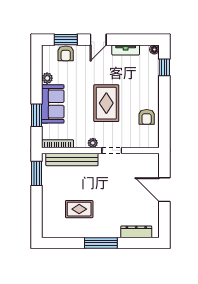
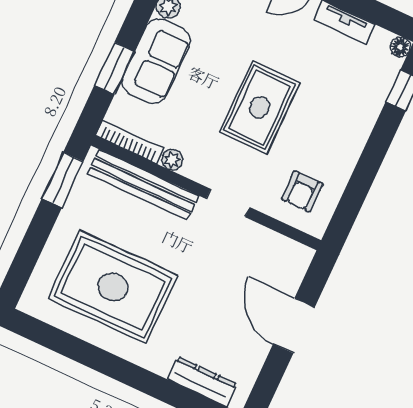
armchair: (147, 117) -> (302, 191), moved
plant: (93, 143) -> (172, 160), moved
rug: (79, 209) -> (113, 287), width x1.86, depth x2.06
window: (101, 243) -> (124, 371), removed

